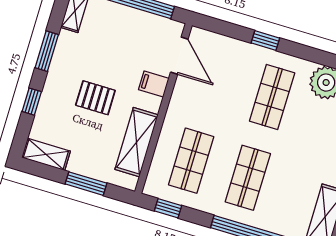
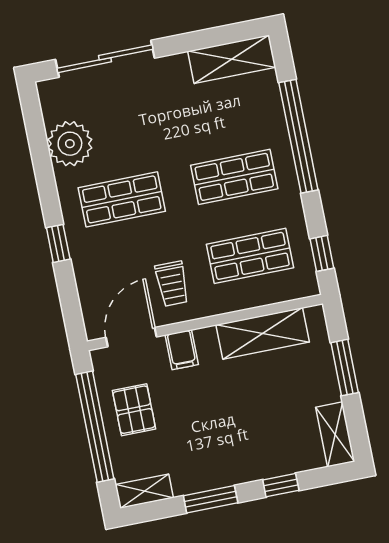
pallet: (95, 98) -> (134, 410), moved
trolley: (200, 101) -> (172, 284), added

